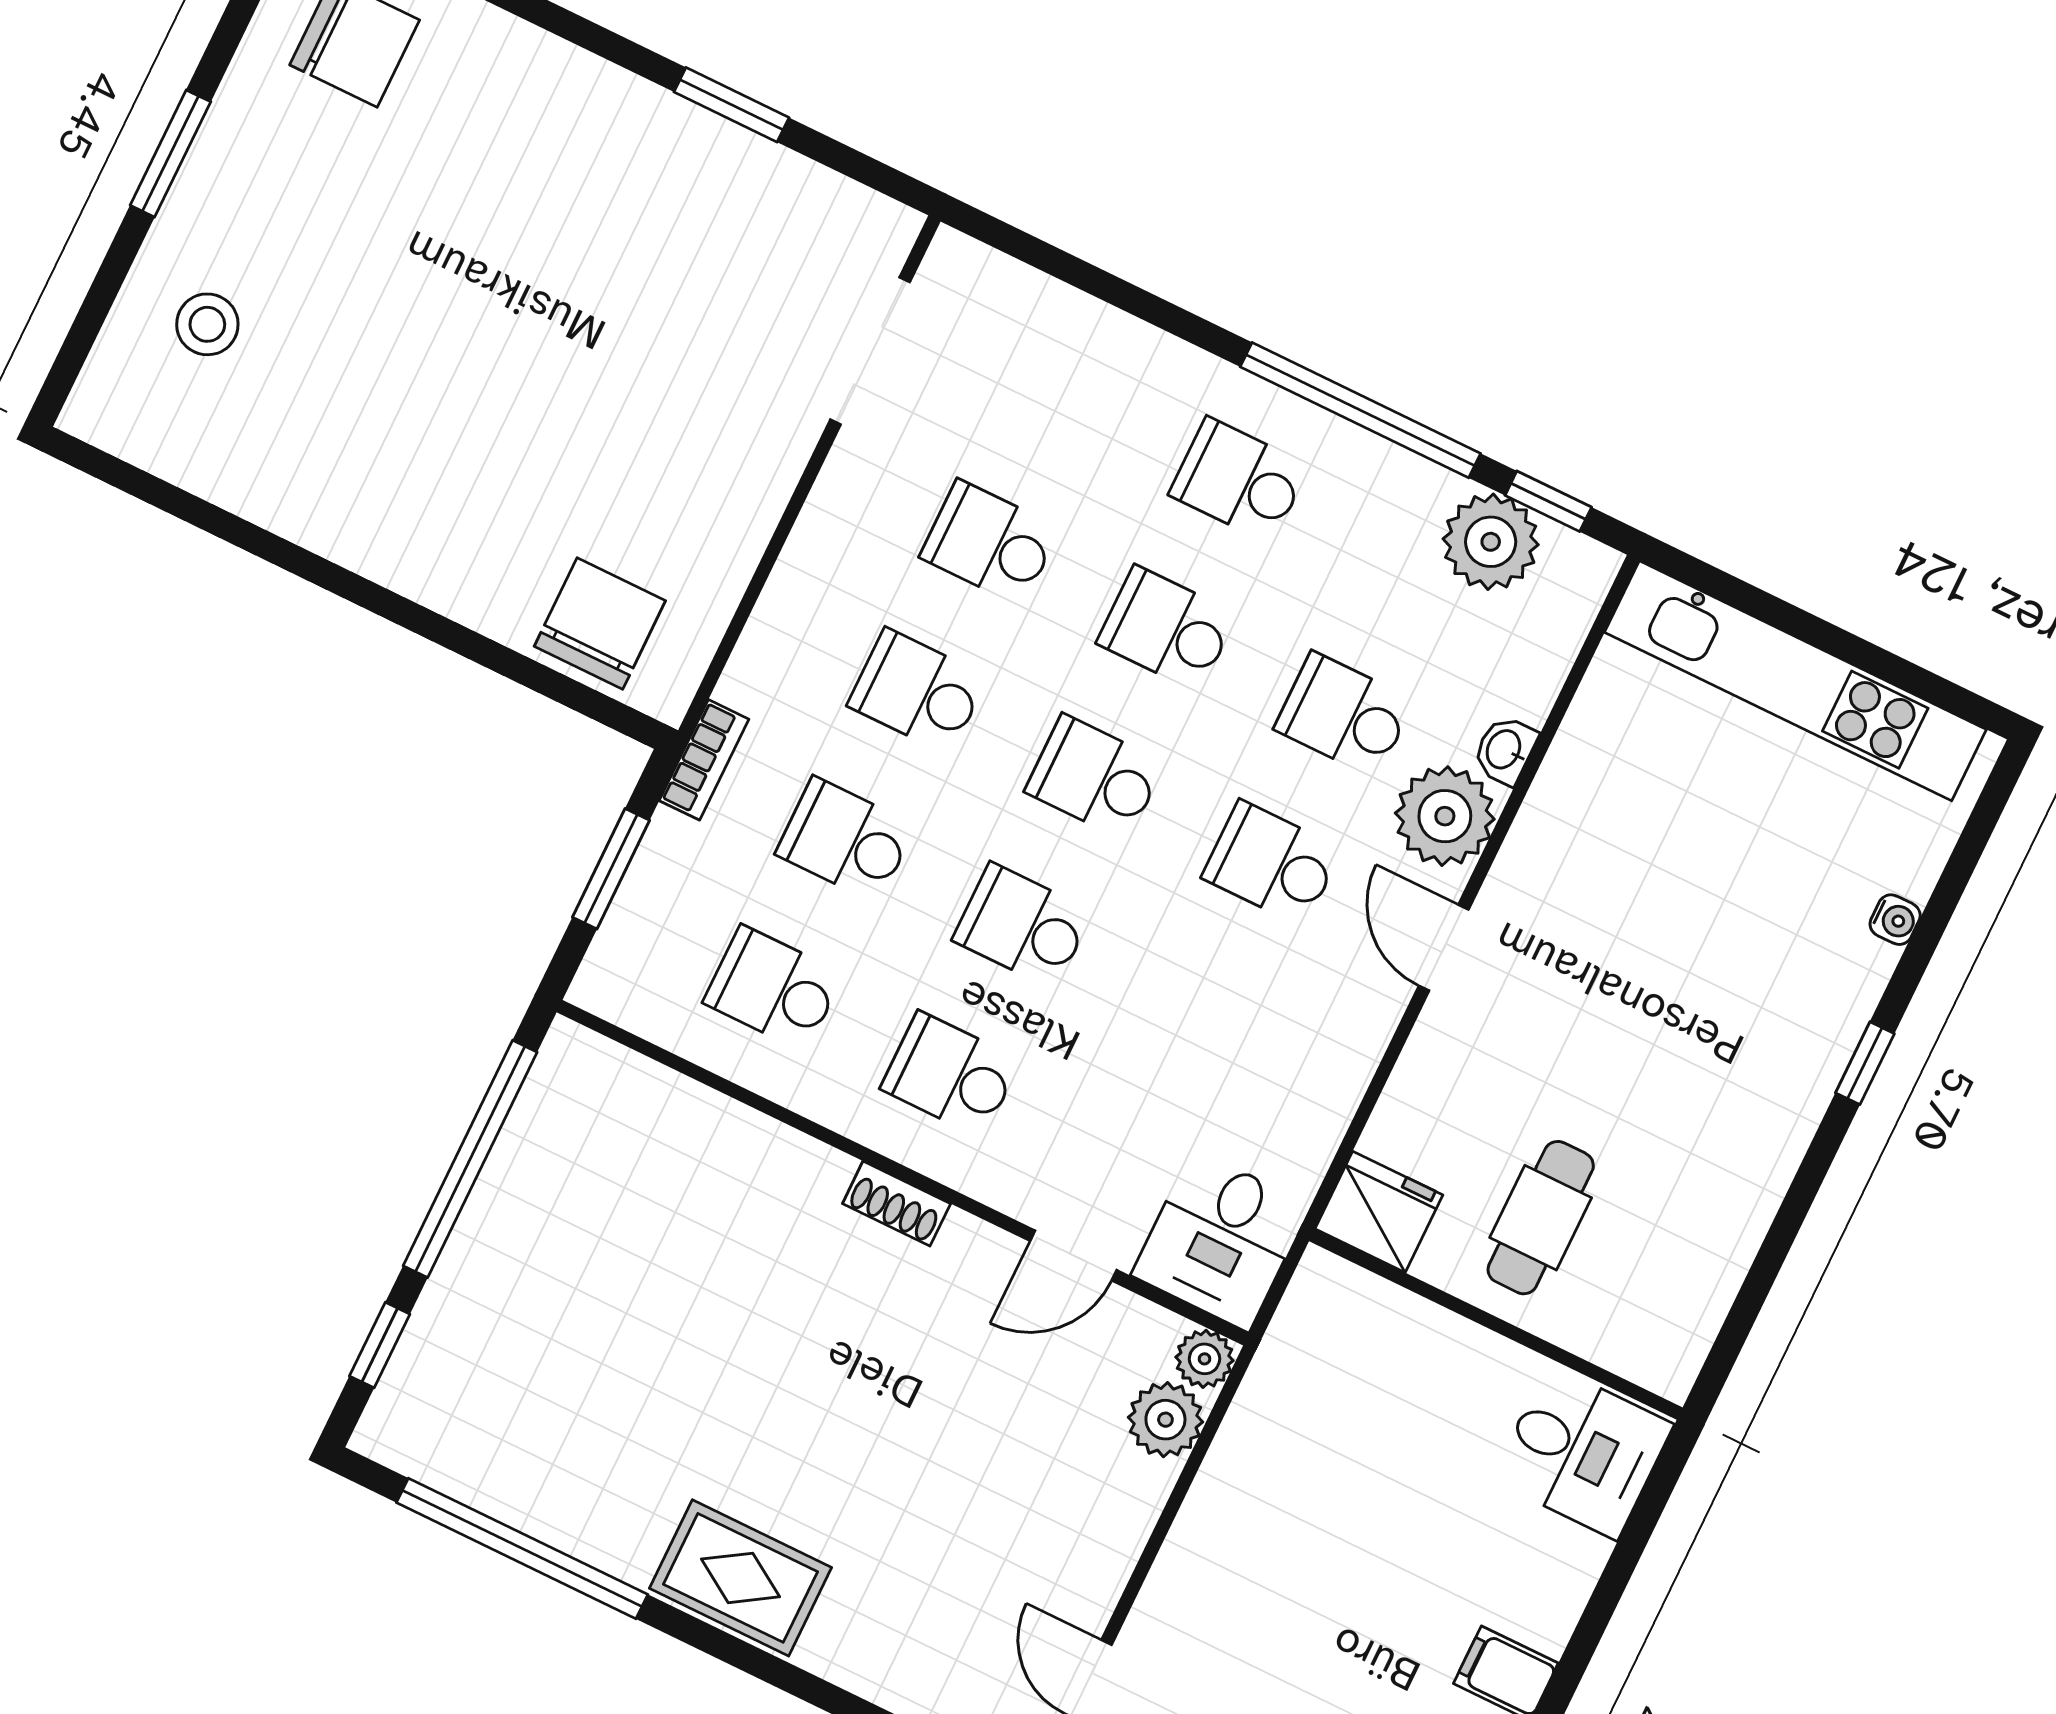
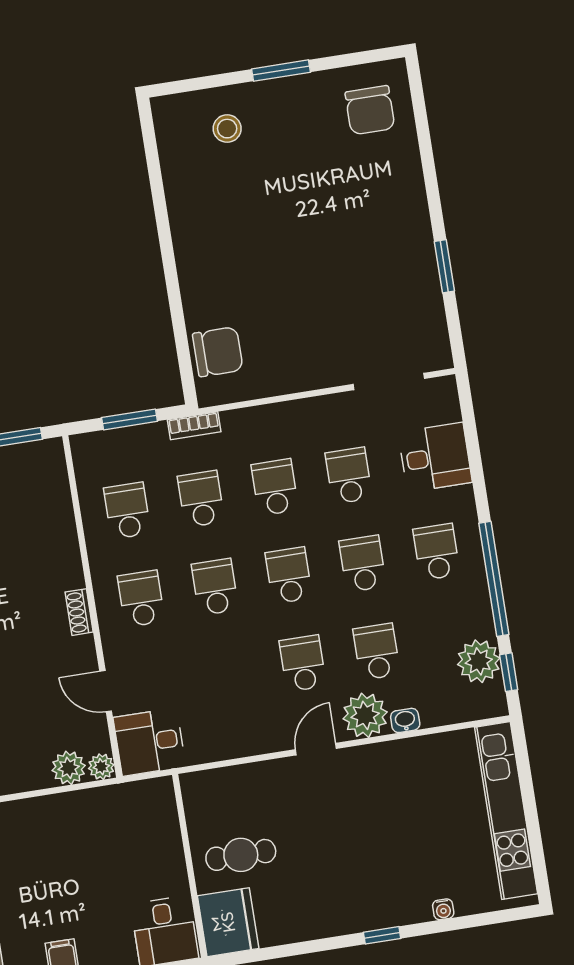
desk: (1066, 363) -> (435, 457), added
fridge: (1379, 1212) -> (228, 922), moved, width x1.36, depth x1.34

